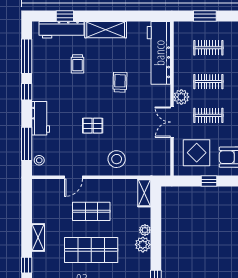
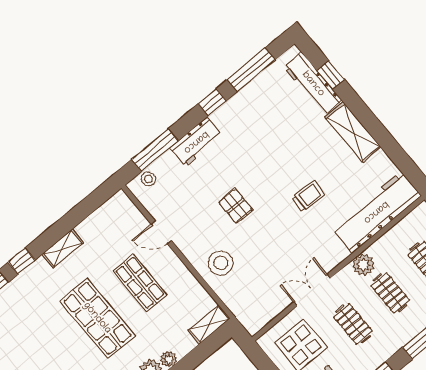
trolley: (78, 64) -> (290, 133), removed
plant: (181, 97) -> (363, 265), moved

